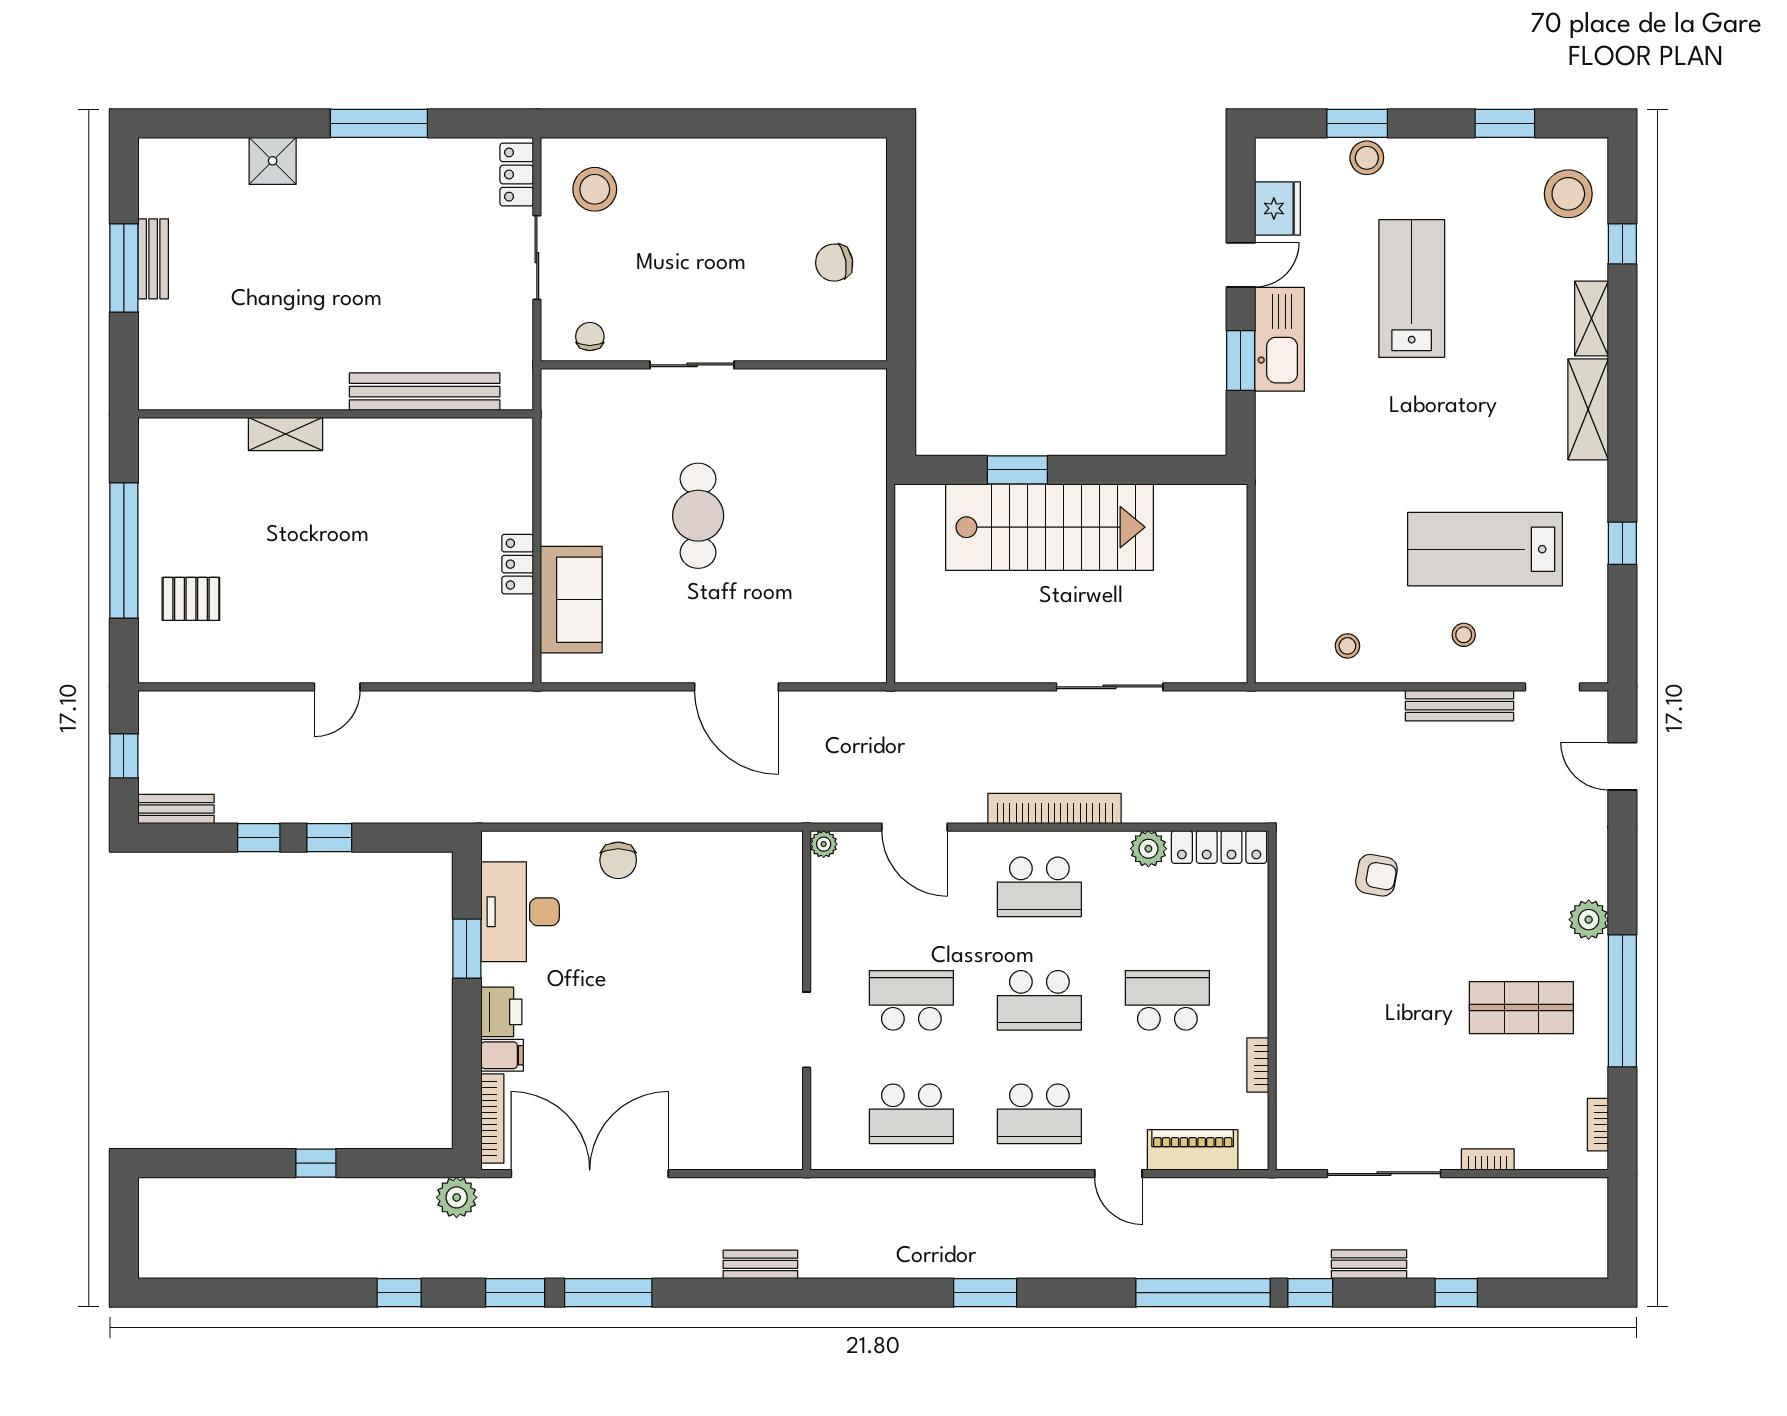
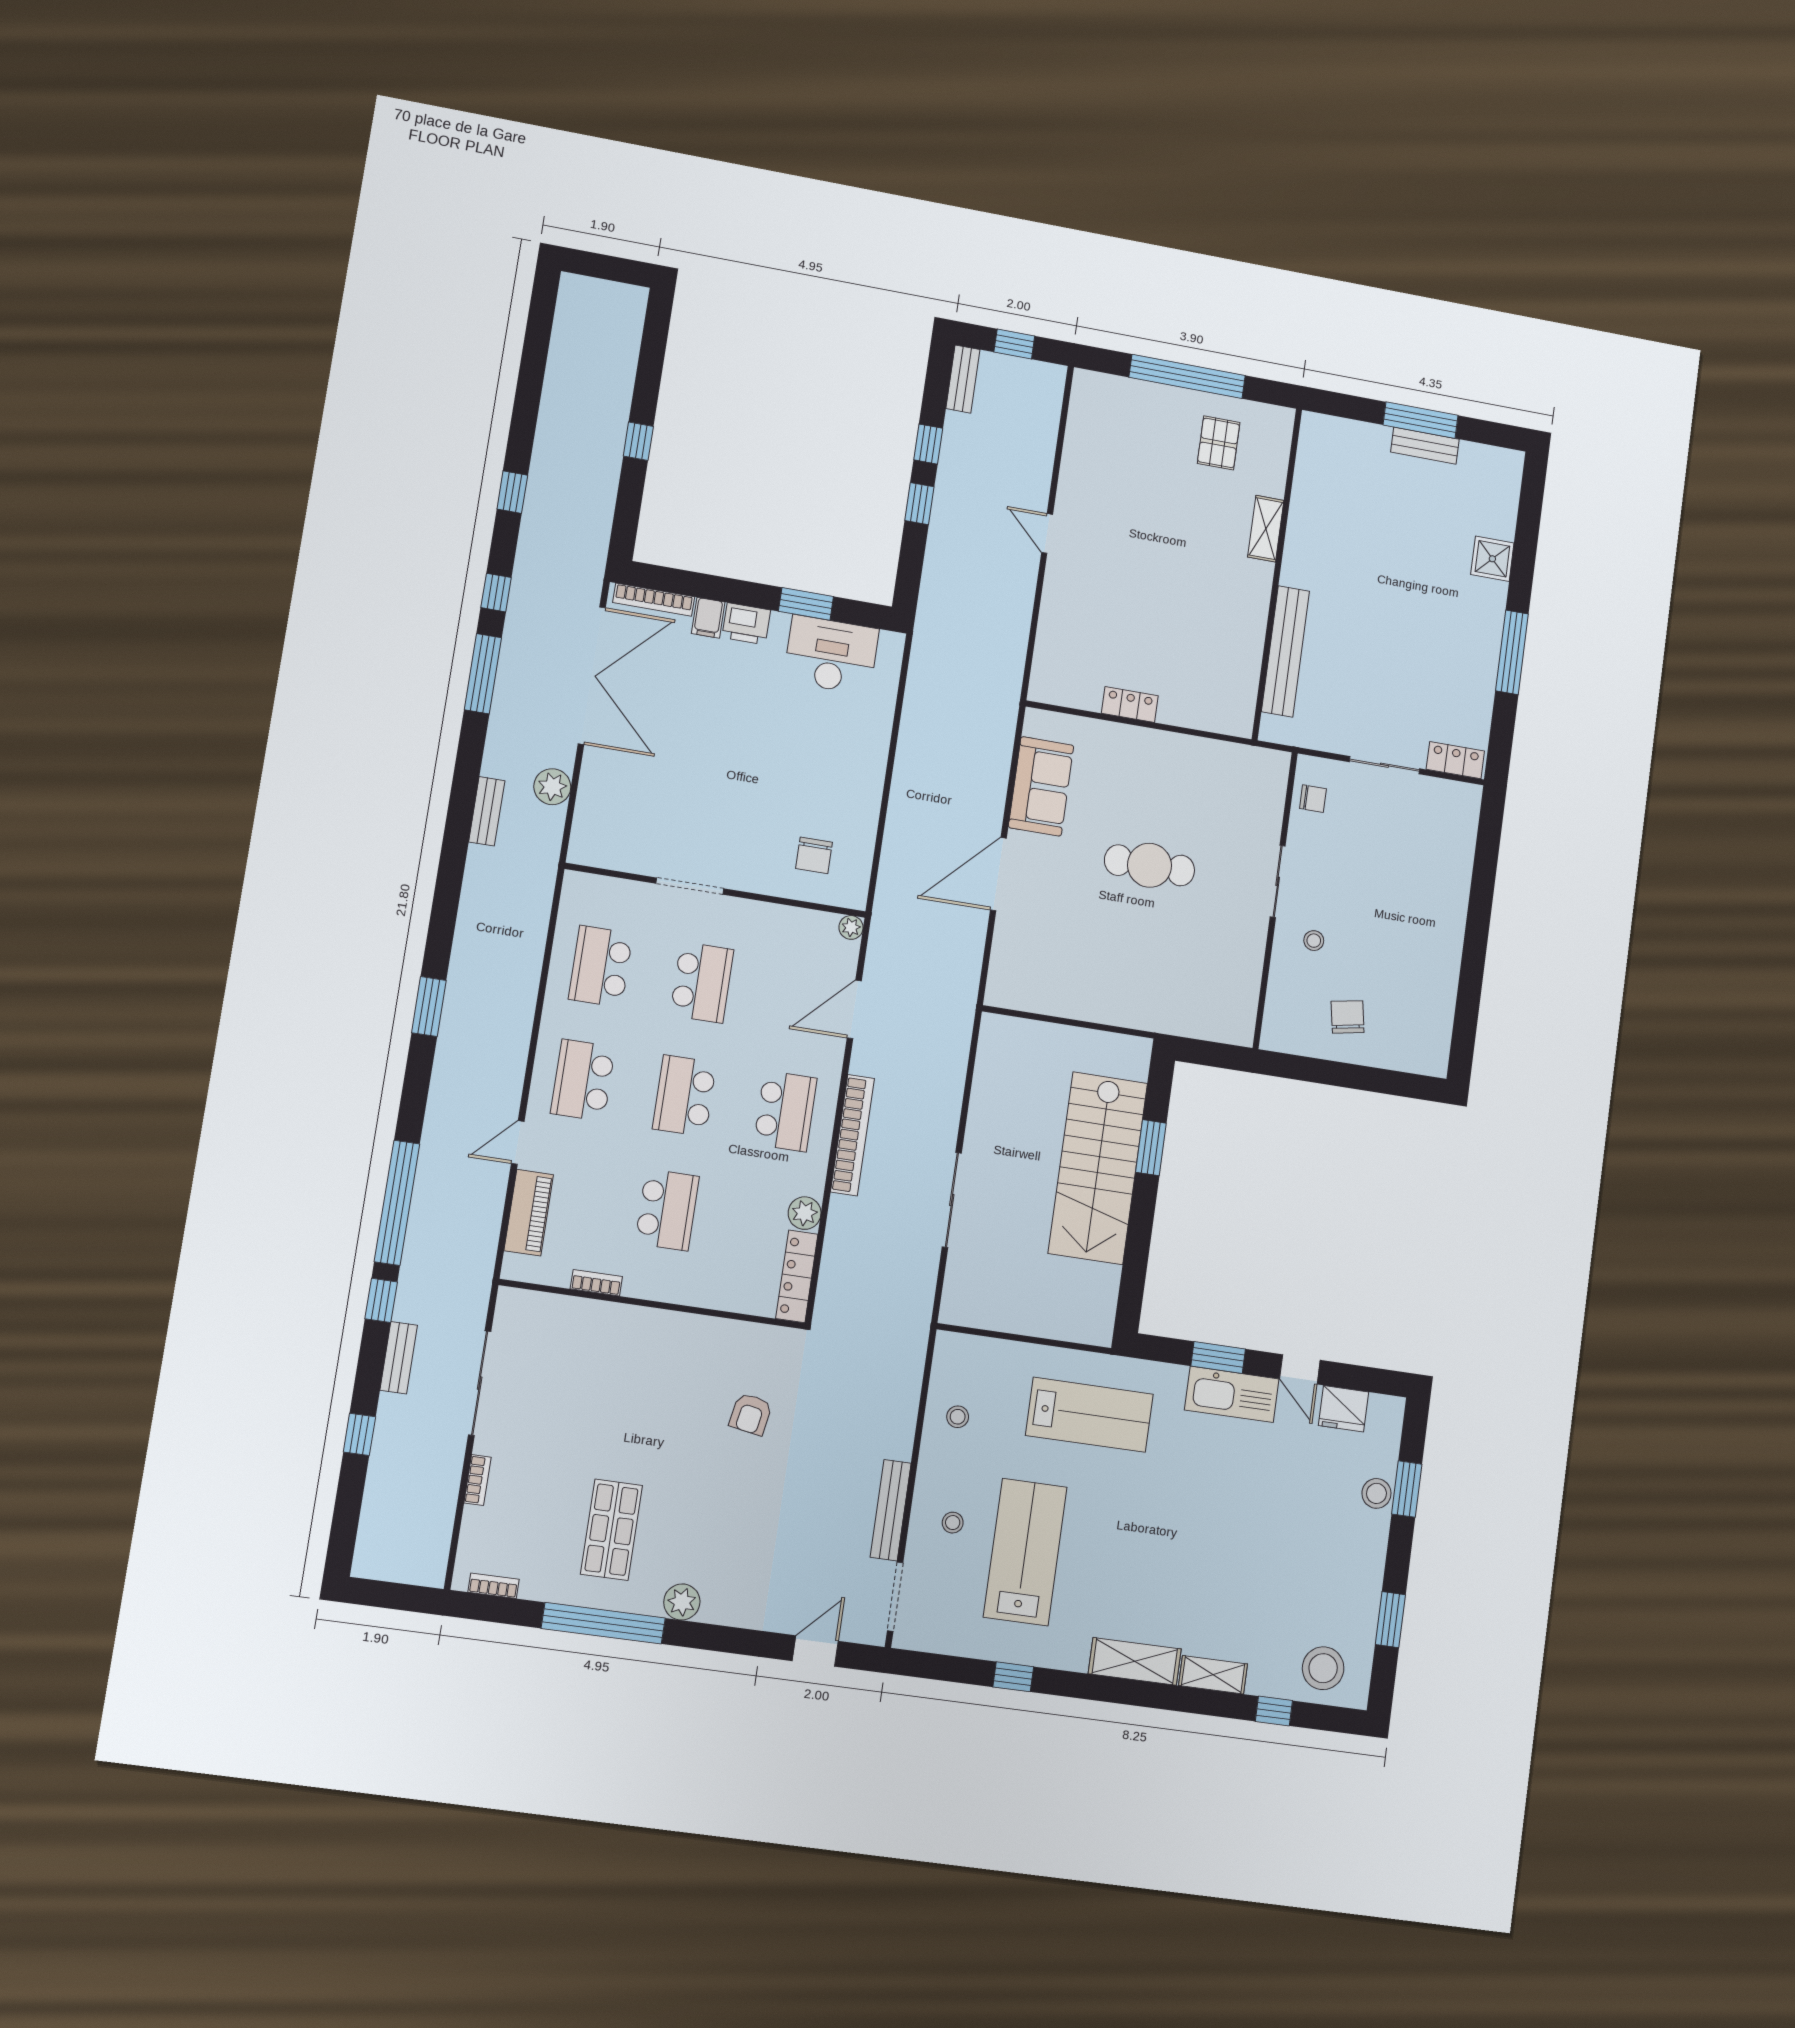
stool: (595, 189) -> (1314, 941), moved, width x0.53, depth x0.53
lab bench: (1412, 289) -> (1089, 1415), moved
pallet: (191, 599) -> (1219, 443), moved
sofa: (571, 600) -> (1041, 786), moved, turned -90
doorway: (1553, 687) -> (895, 1597), width x1.38
chair: (618, 860) -> (814, 855), moved, turned -90
school desk: (1039, 887) -> (785, 1111), turned 180
plant: (457, 1197) -> (552, 787), moved
window: (515, 1293) -> (496, 593), width x0.67

